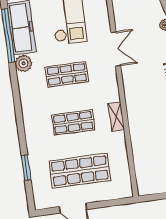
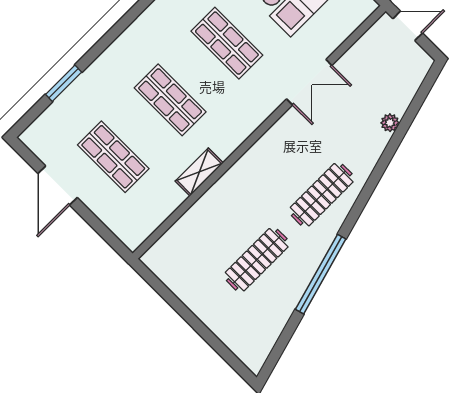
shelving: (116, 117) -> (199, 172), moved
shop shelf: (80, 171) -> (113, 157), width x0.70, depth x0.74

